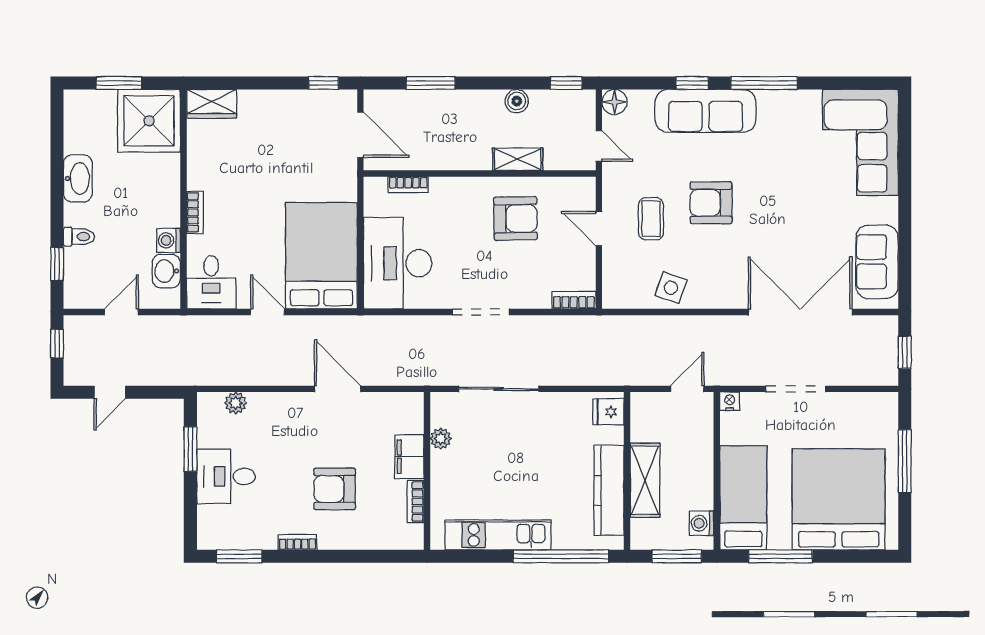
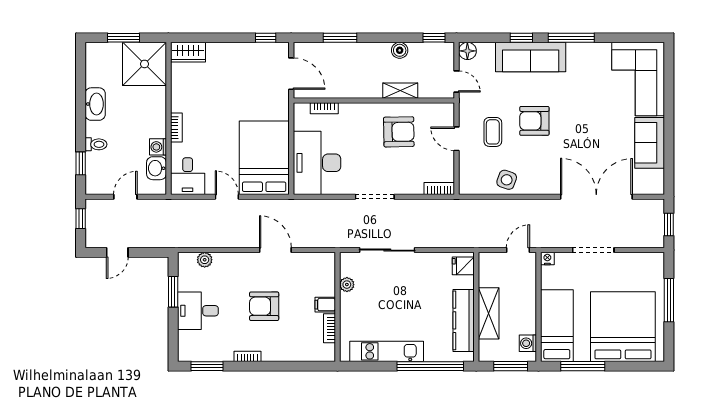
sofa: (877, 262) -> (650, 143), moved
filing cabinet: (409, 457) -> (325, 305), width x0.50
armchair: (335, 489) -> (264, 306), moved

